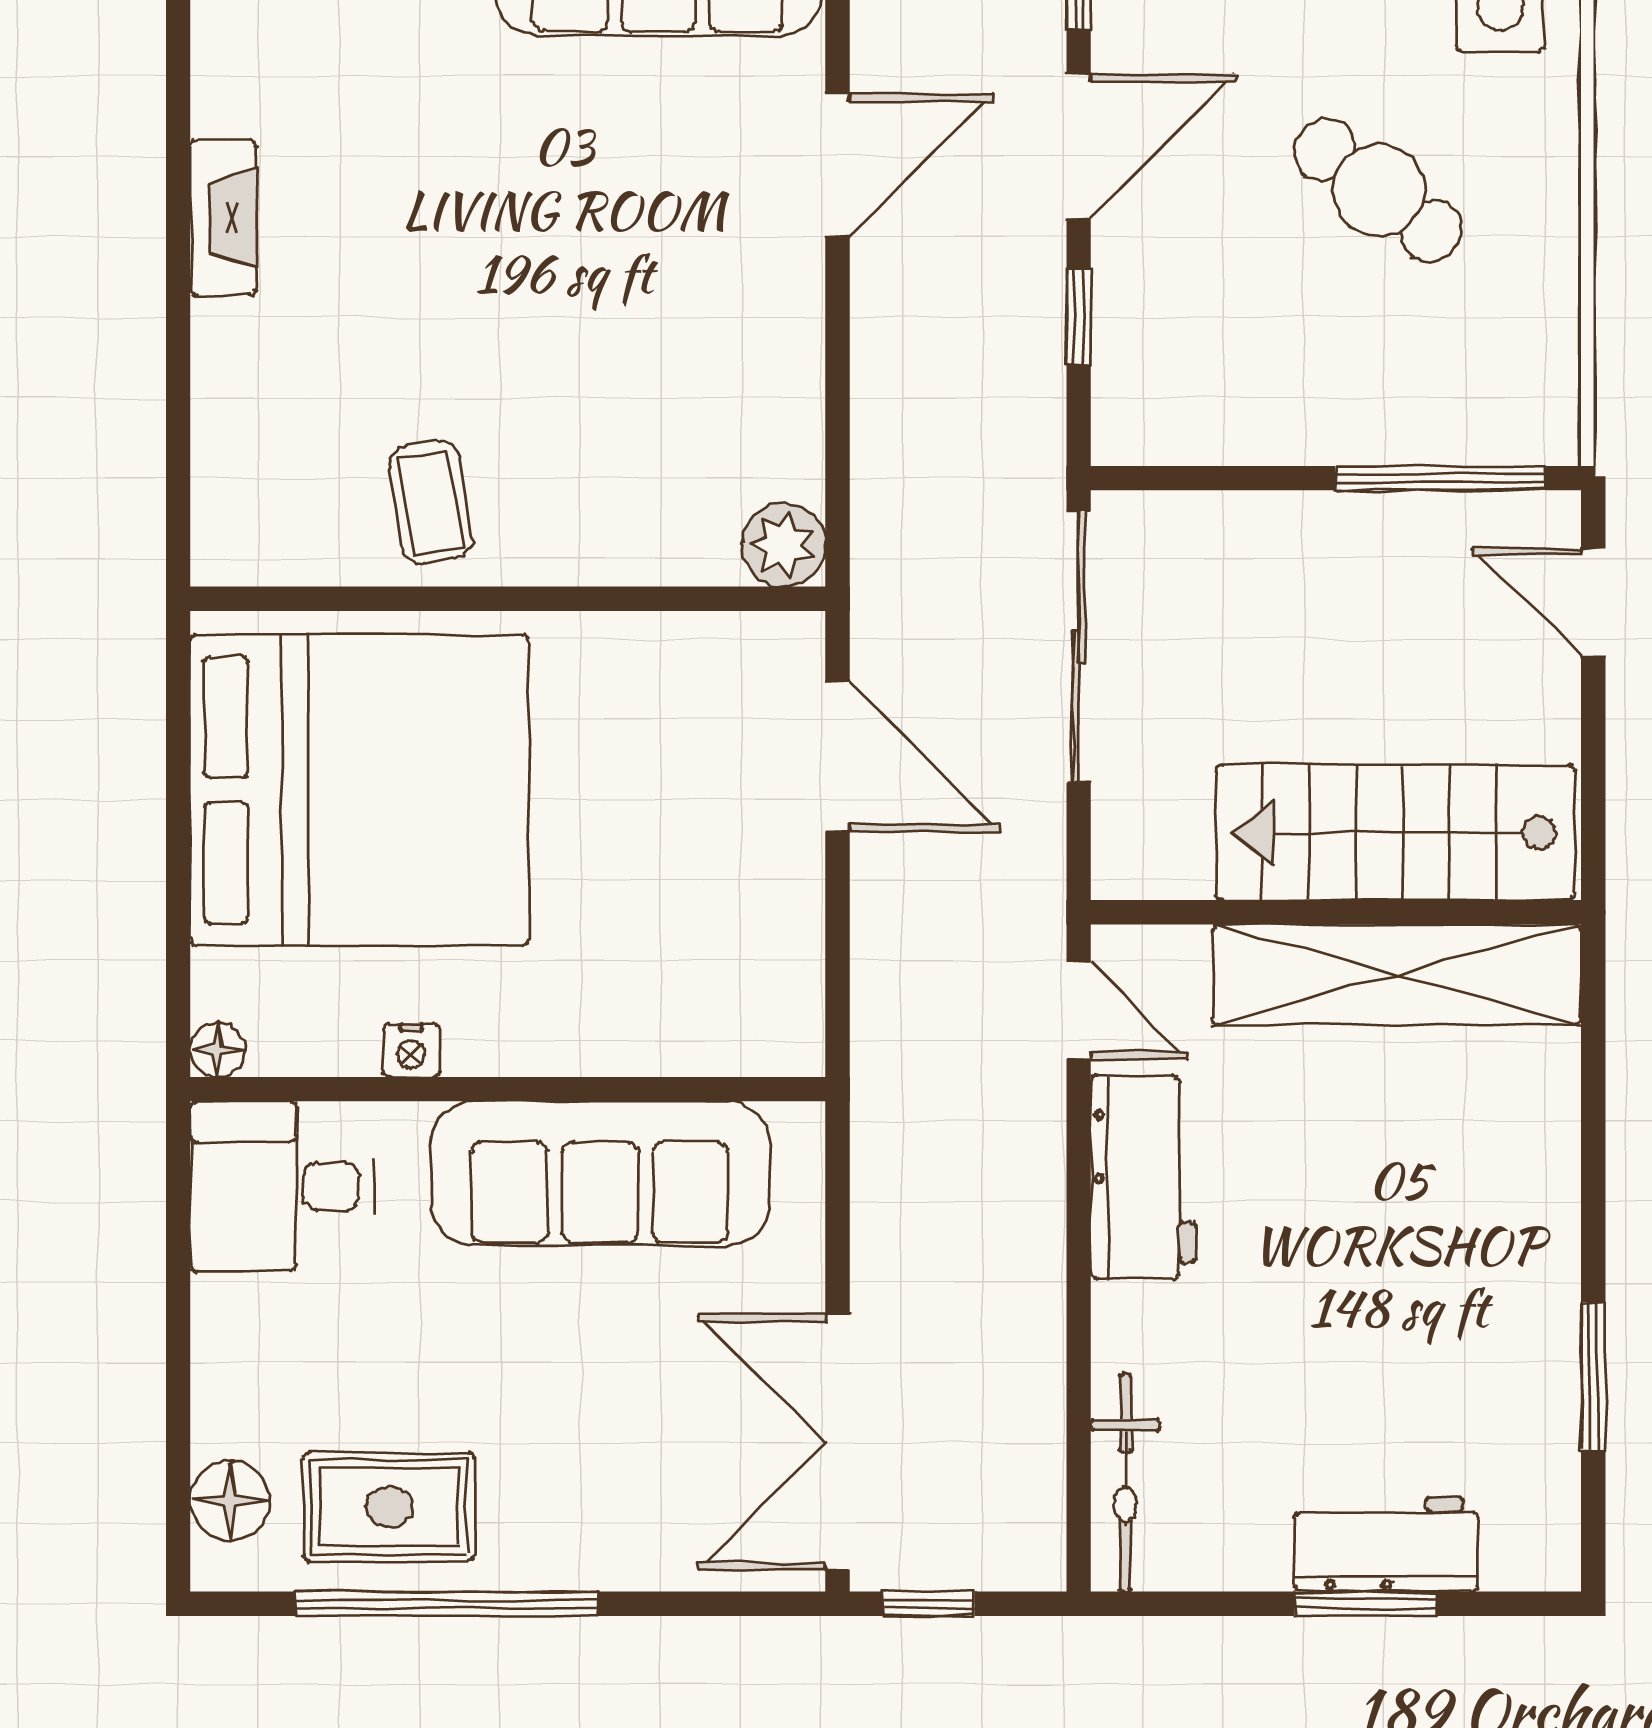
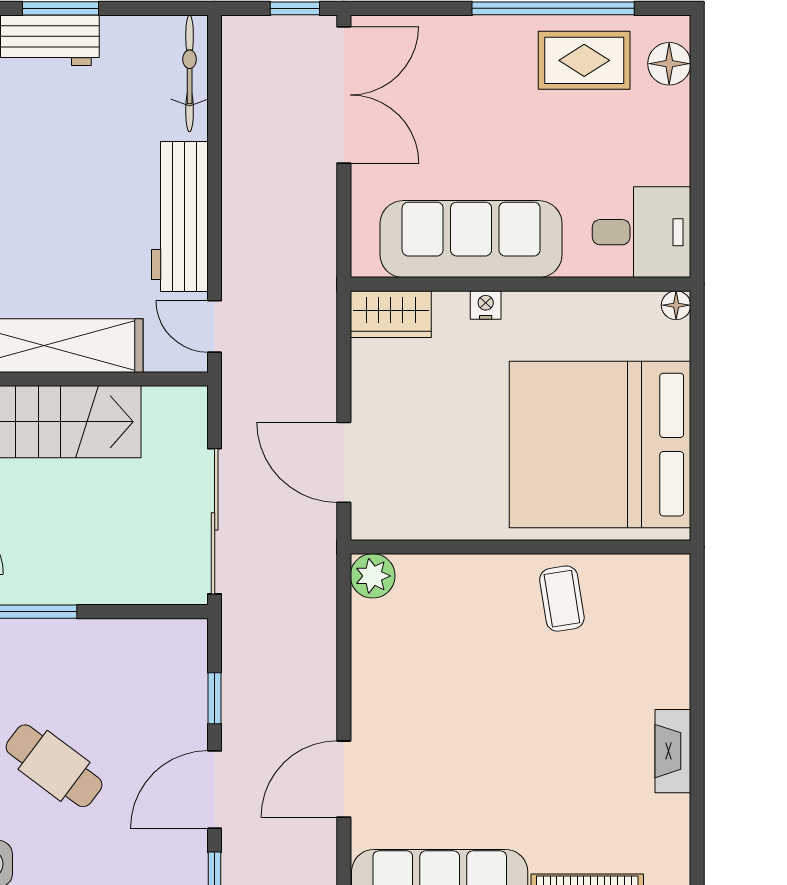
wardrobe: (750, 1033) -> (391, 314), added
nightstand: (411, 1050) -> (486, 305), moved
workbench: (1143, 1177) -> (180, 216), width x1.38

